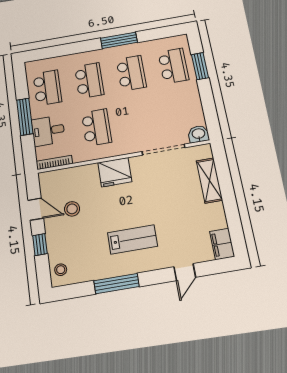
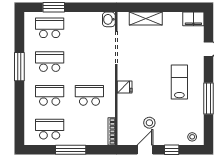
desk: (48, 131) -> (85, 133), removed
fridge: (115, 172) -> (125, 87), width x0.53, depth x0.75

